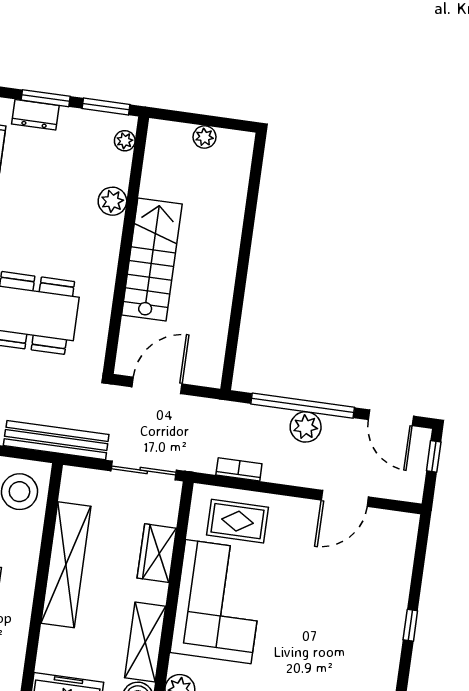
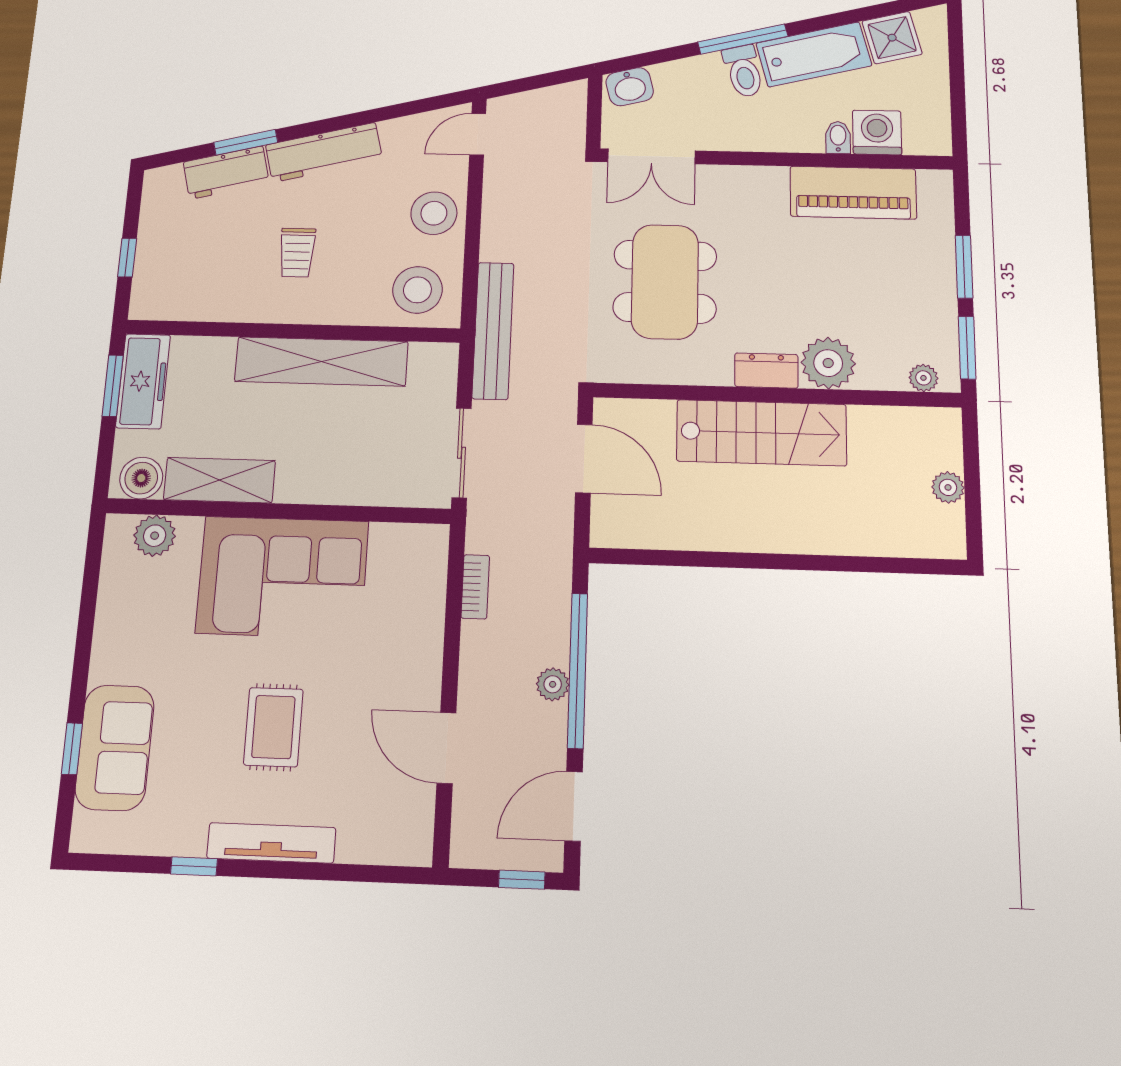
dresser: (35, 115) -> (766, 371), moved, turned 90
plant: (112, 201) -> (828, 363), width x1.36, depth x1.36
plant: (306, 427) -> (553, 684), width x0.73, depth x0.73
rug: (237, 521) -> (273, 727), moved
wardrobe: (157, 553) -> (346, 483), removed
tv unit: (394, 619) -> (271, 843), added
window: (410, 625) -> (194, 866), moved

